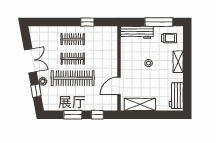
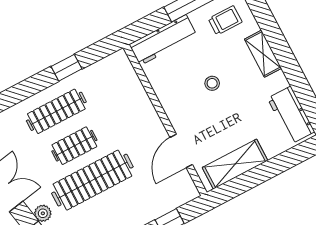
clothes rail: (73, 39) -> (56, 111), width x1.36

